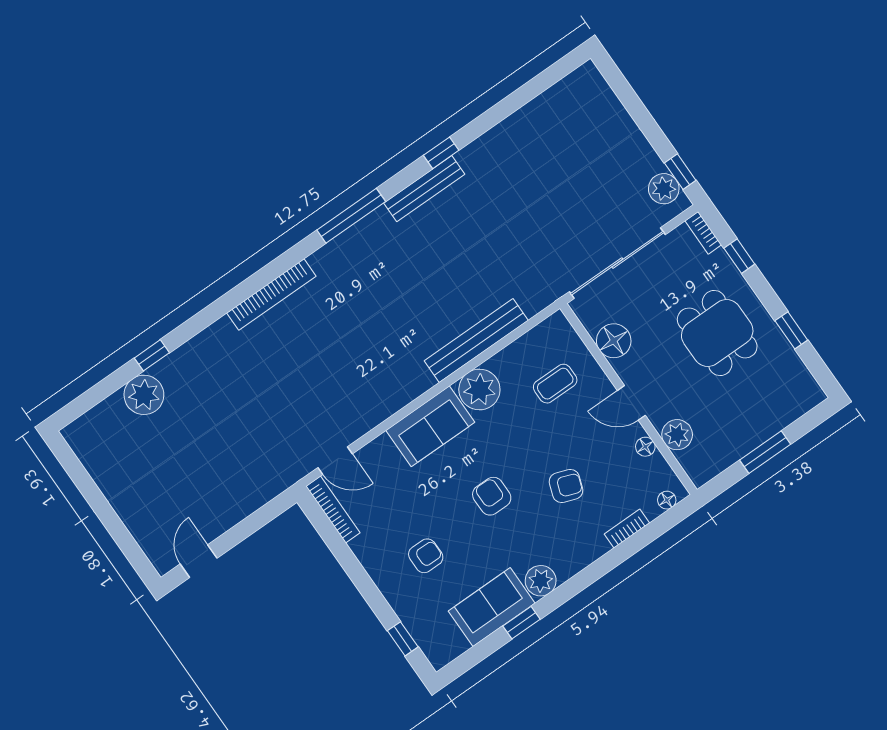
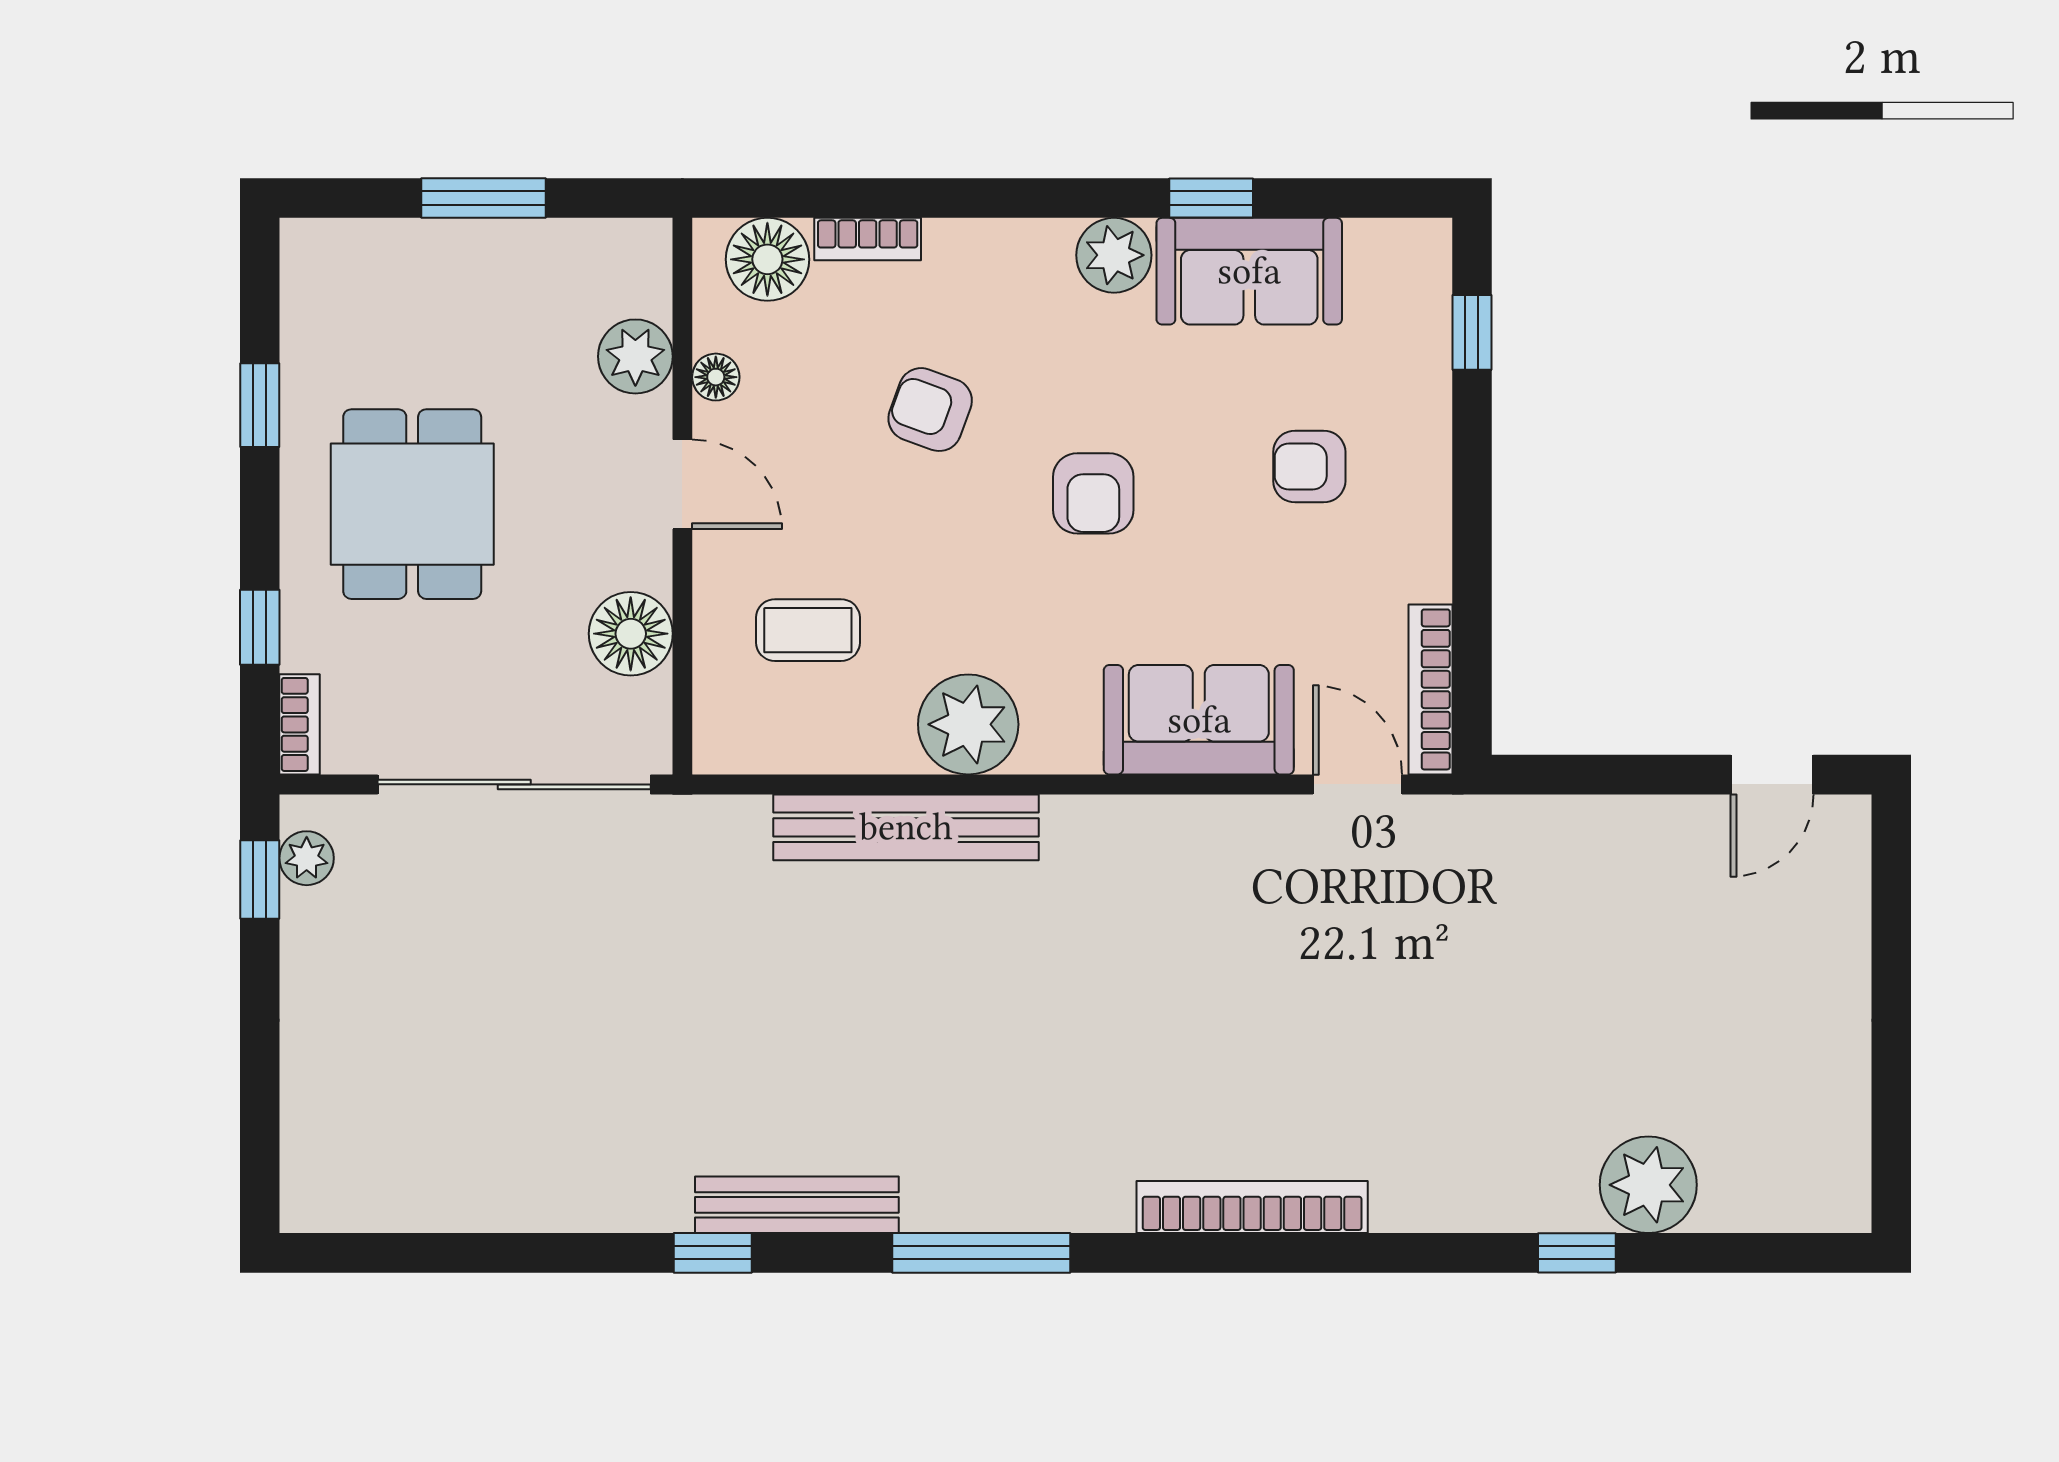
plant: (664, 189) -> (307, 858), width x0.73, depth x0.73
sofa: (430, 426) -> (1199, 720), moved
floor lamp: (667, 500) -> (767, 259), width x1.89, depth x1.89

